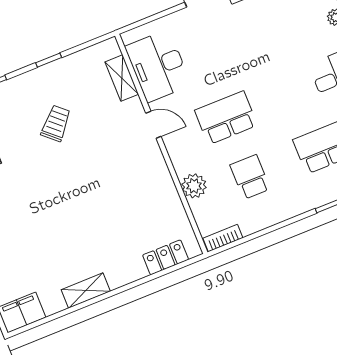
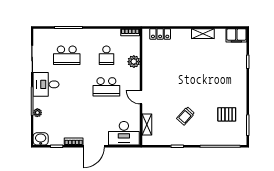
desk: (158, 66) -> (124, 133), moved, turned 90

